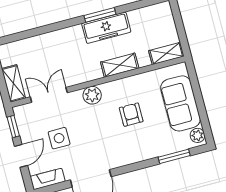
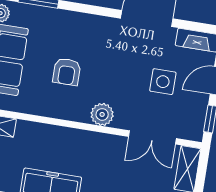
shelving: (120, 65) -> (55, 135), removed

